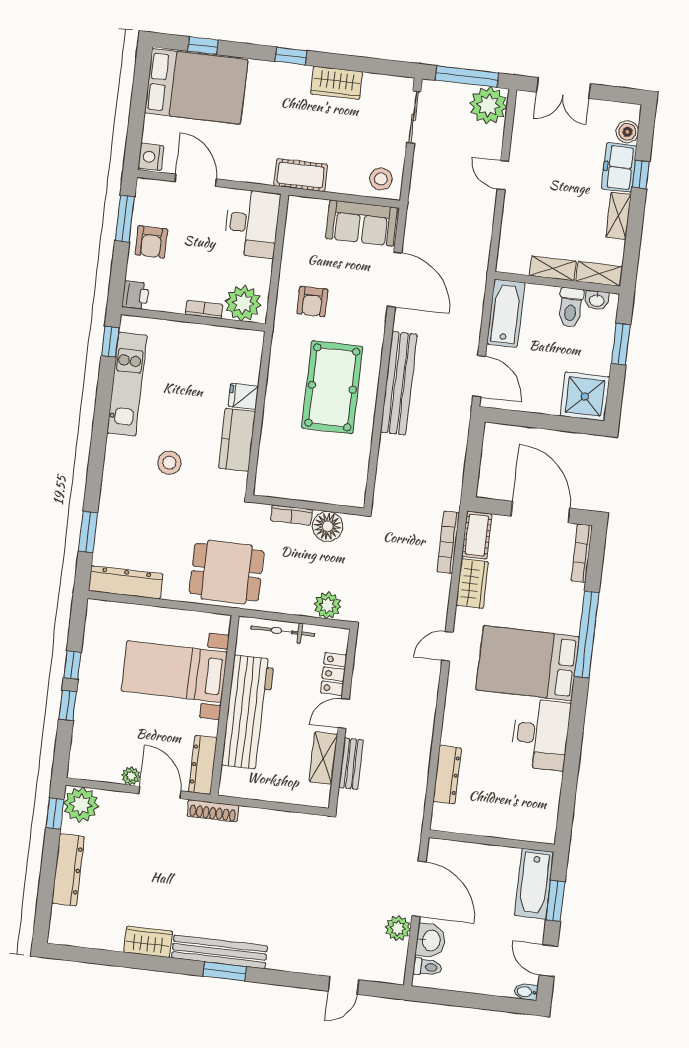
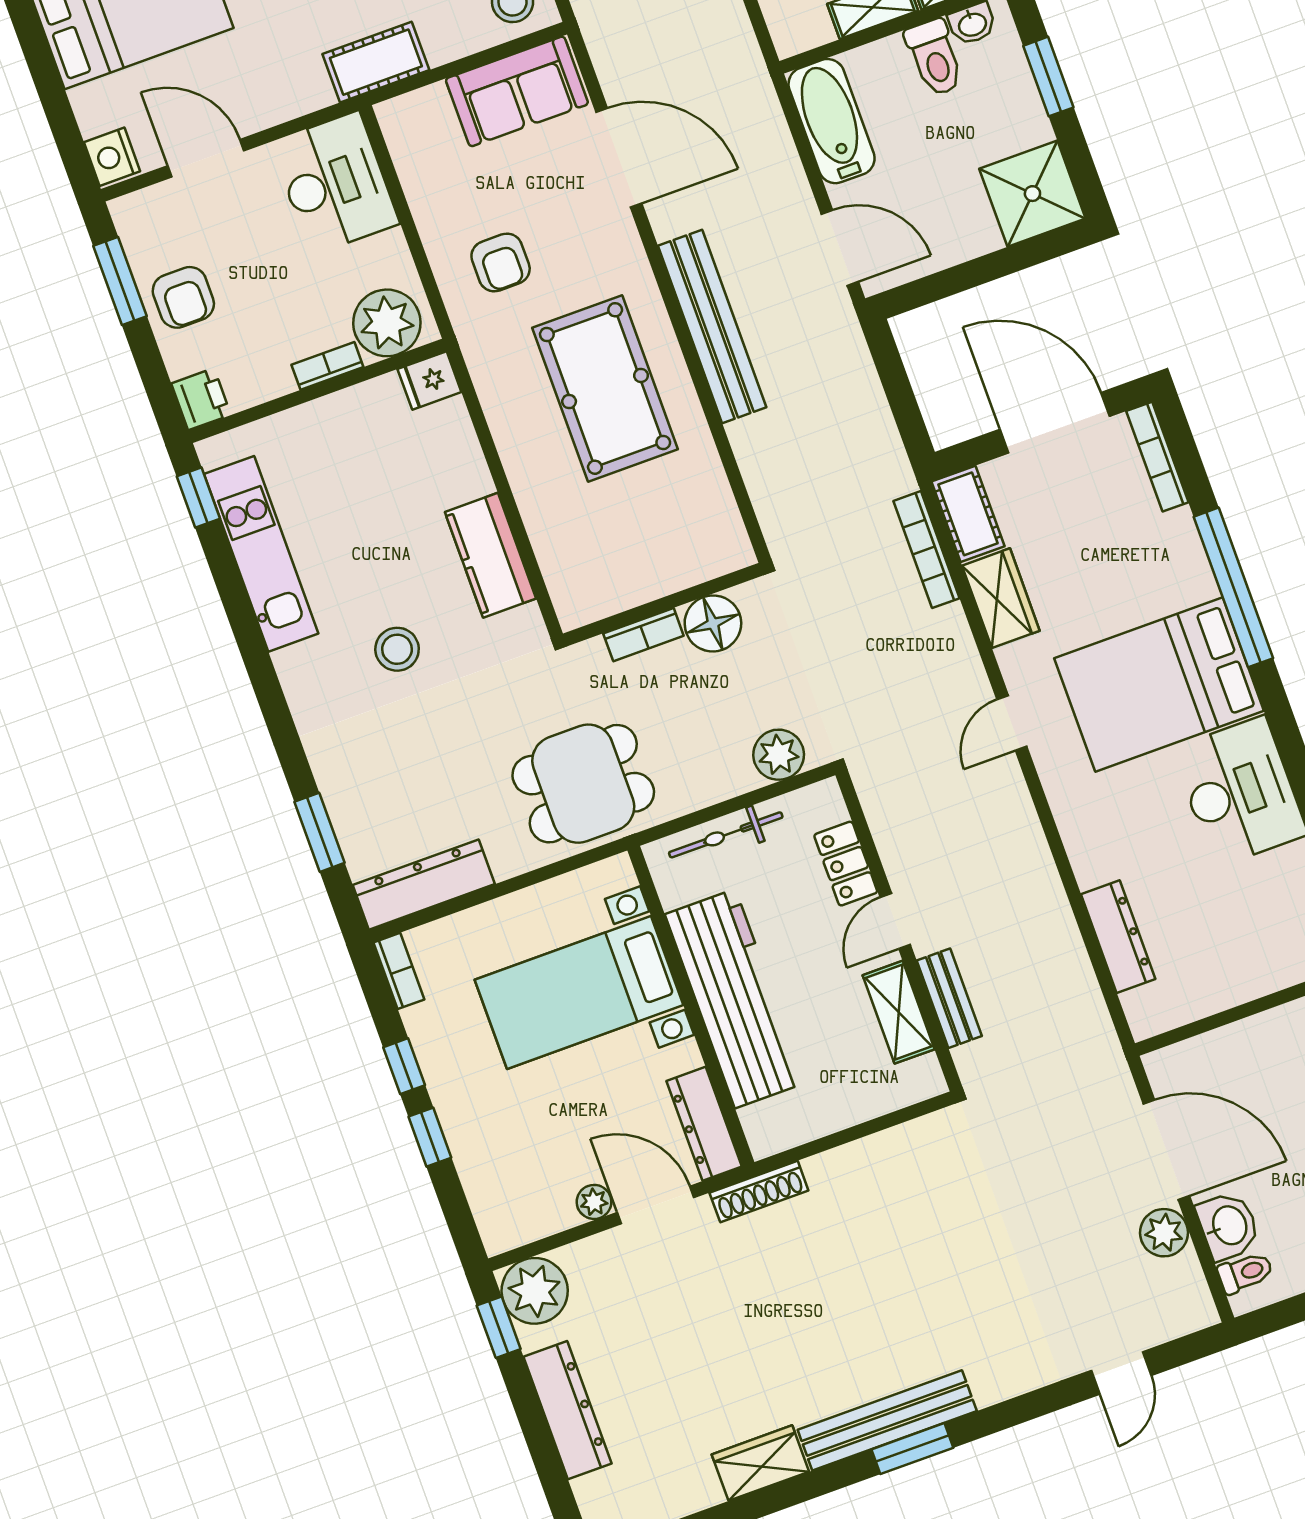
fridge: (243, 396) -> (429, 381), moved
bookcase: (93, 618) -> (399, 971), added

